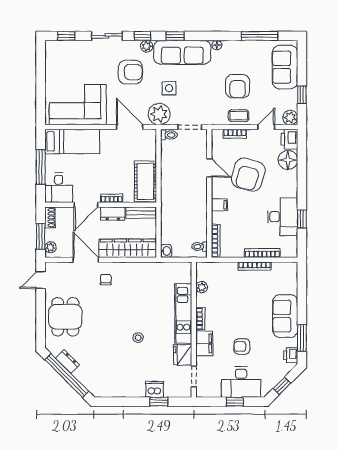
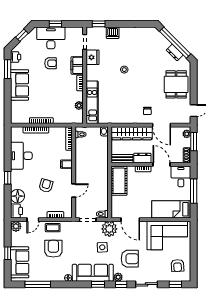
armchair: (63, 63) -> (177, 265), added
armchair: (130, 72) -> (130, 259), turned 180
window: (302, 95) -> (8, 253), moved
door: (209, 168) -> (74, 190), swing flipped
armchair: (248, 175) -> (46, 186), width x0.53, depth x0.53
door: (86, 205) -> (161, 164), hinge flipped
window: (302, 219) -> (8, 178), moved
kitchen unit: (183, 313) -> (92, 102), moved
window: (159, 402) -> (99, 24), moved

